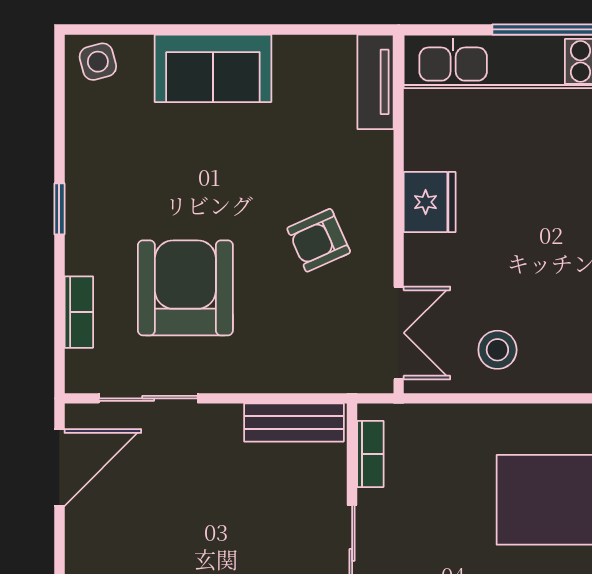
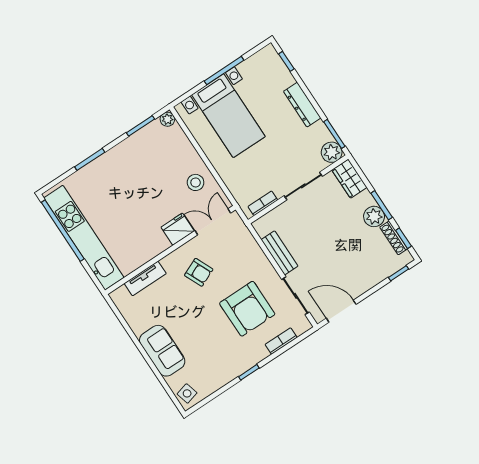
tv unit: (375, 82) -> (145, 278), moved
fridge: (430, 202) -> (178, 229), moved
armchair: (185, 288) -> (247, 309), turned -90
bench: (294, 422) -> (279, 253), moved

